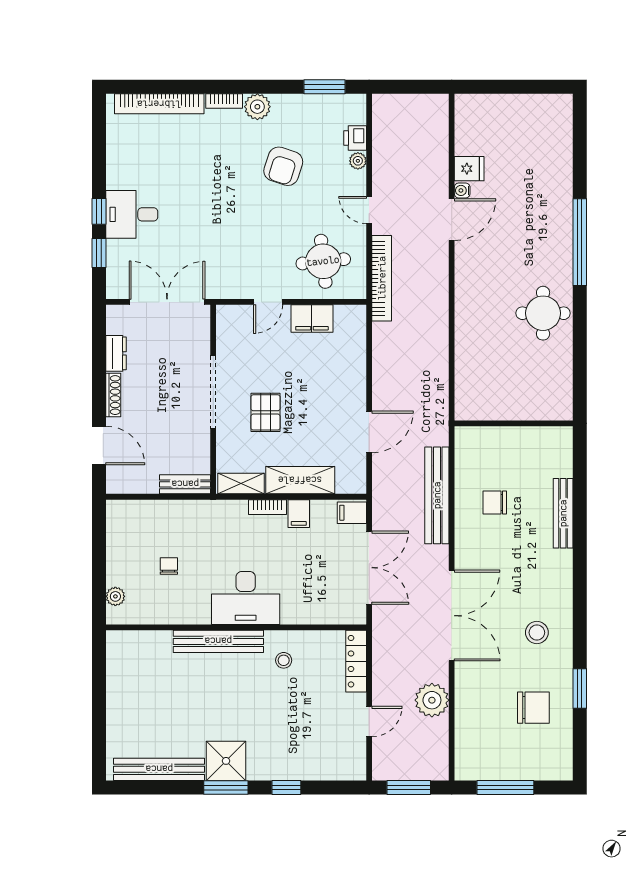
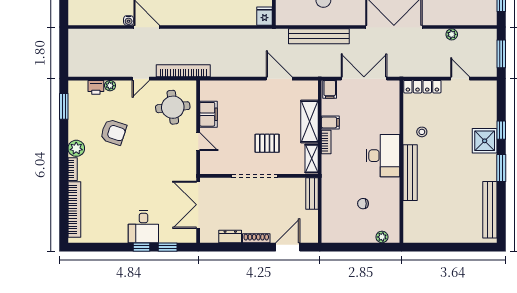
fridge: (469, 169) -> (265, 16), moved
plant: (432, 700) -> (452, 34), width x0.53, depth x0.53
shower: (226, 761) -> (485, 141), moved

